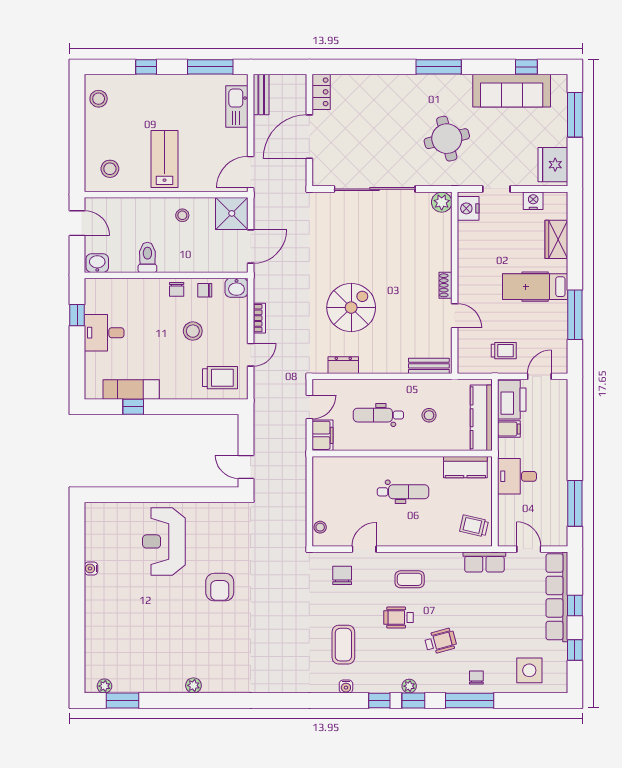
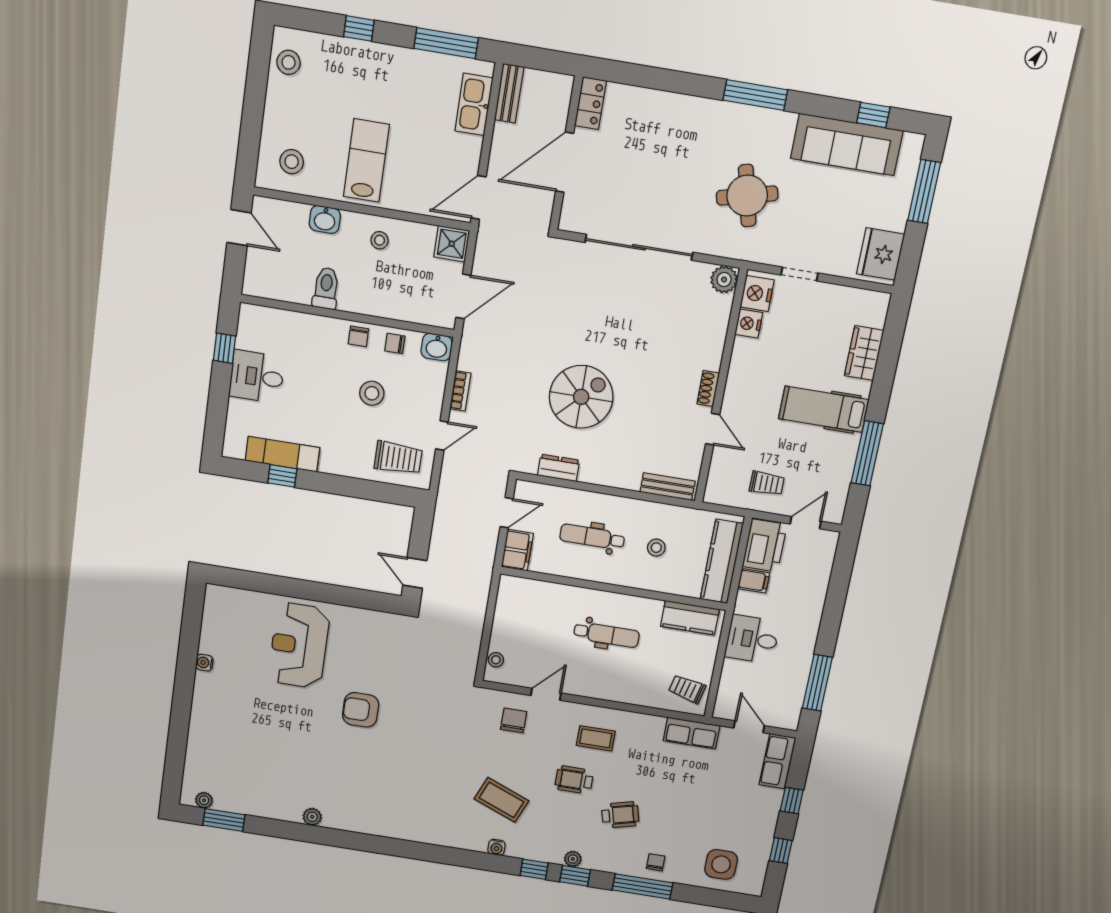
nightstand: (533, 201) -> (749, 324), moved, turned -90
shower: (232, 213) -> (452, 244), width x0.73, depth x0.73
washbasin: (97, 263) -> (325, 220), moved, turned 180
armchair: (220, 587) -> (361, 710), turned 90
row of seats: (557, 597) -> (777, 761), width x0.50
coffee table: (343, 645) -> (501, 800), turned -68

